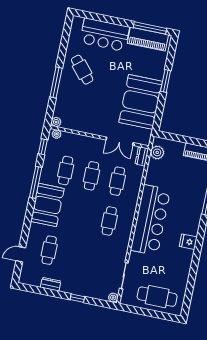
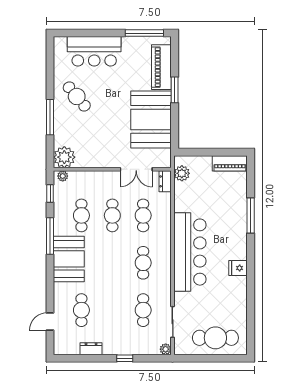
piano: (148, 39) -> (161, 67), moved, turned 90
plant: (56, 122) -> (64, 157), width x1.88, depth x1.88
cafe table: (101, 261) -> (143, 310), added

